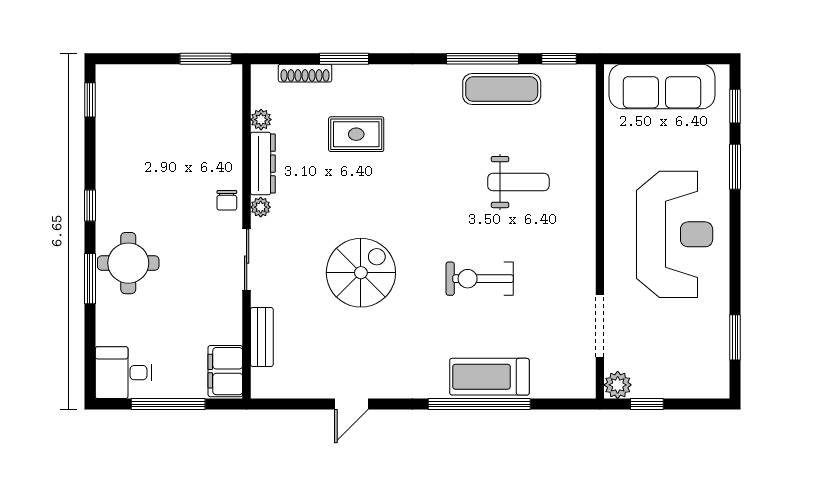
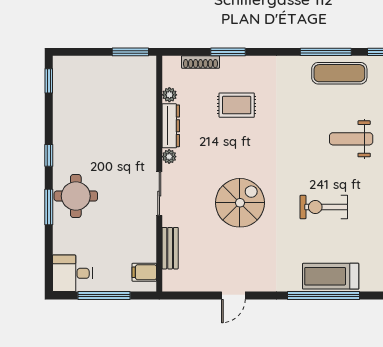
weight bench: (518, 182) -> (351, 139), turned 180
chair: (227, 200) -> (145, 152), removed
filing cabinet: (225, 371) -> (144, 272), width x0.50

